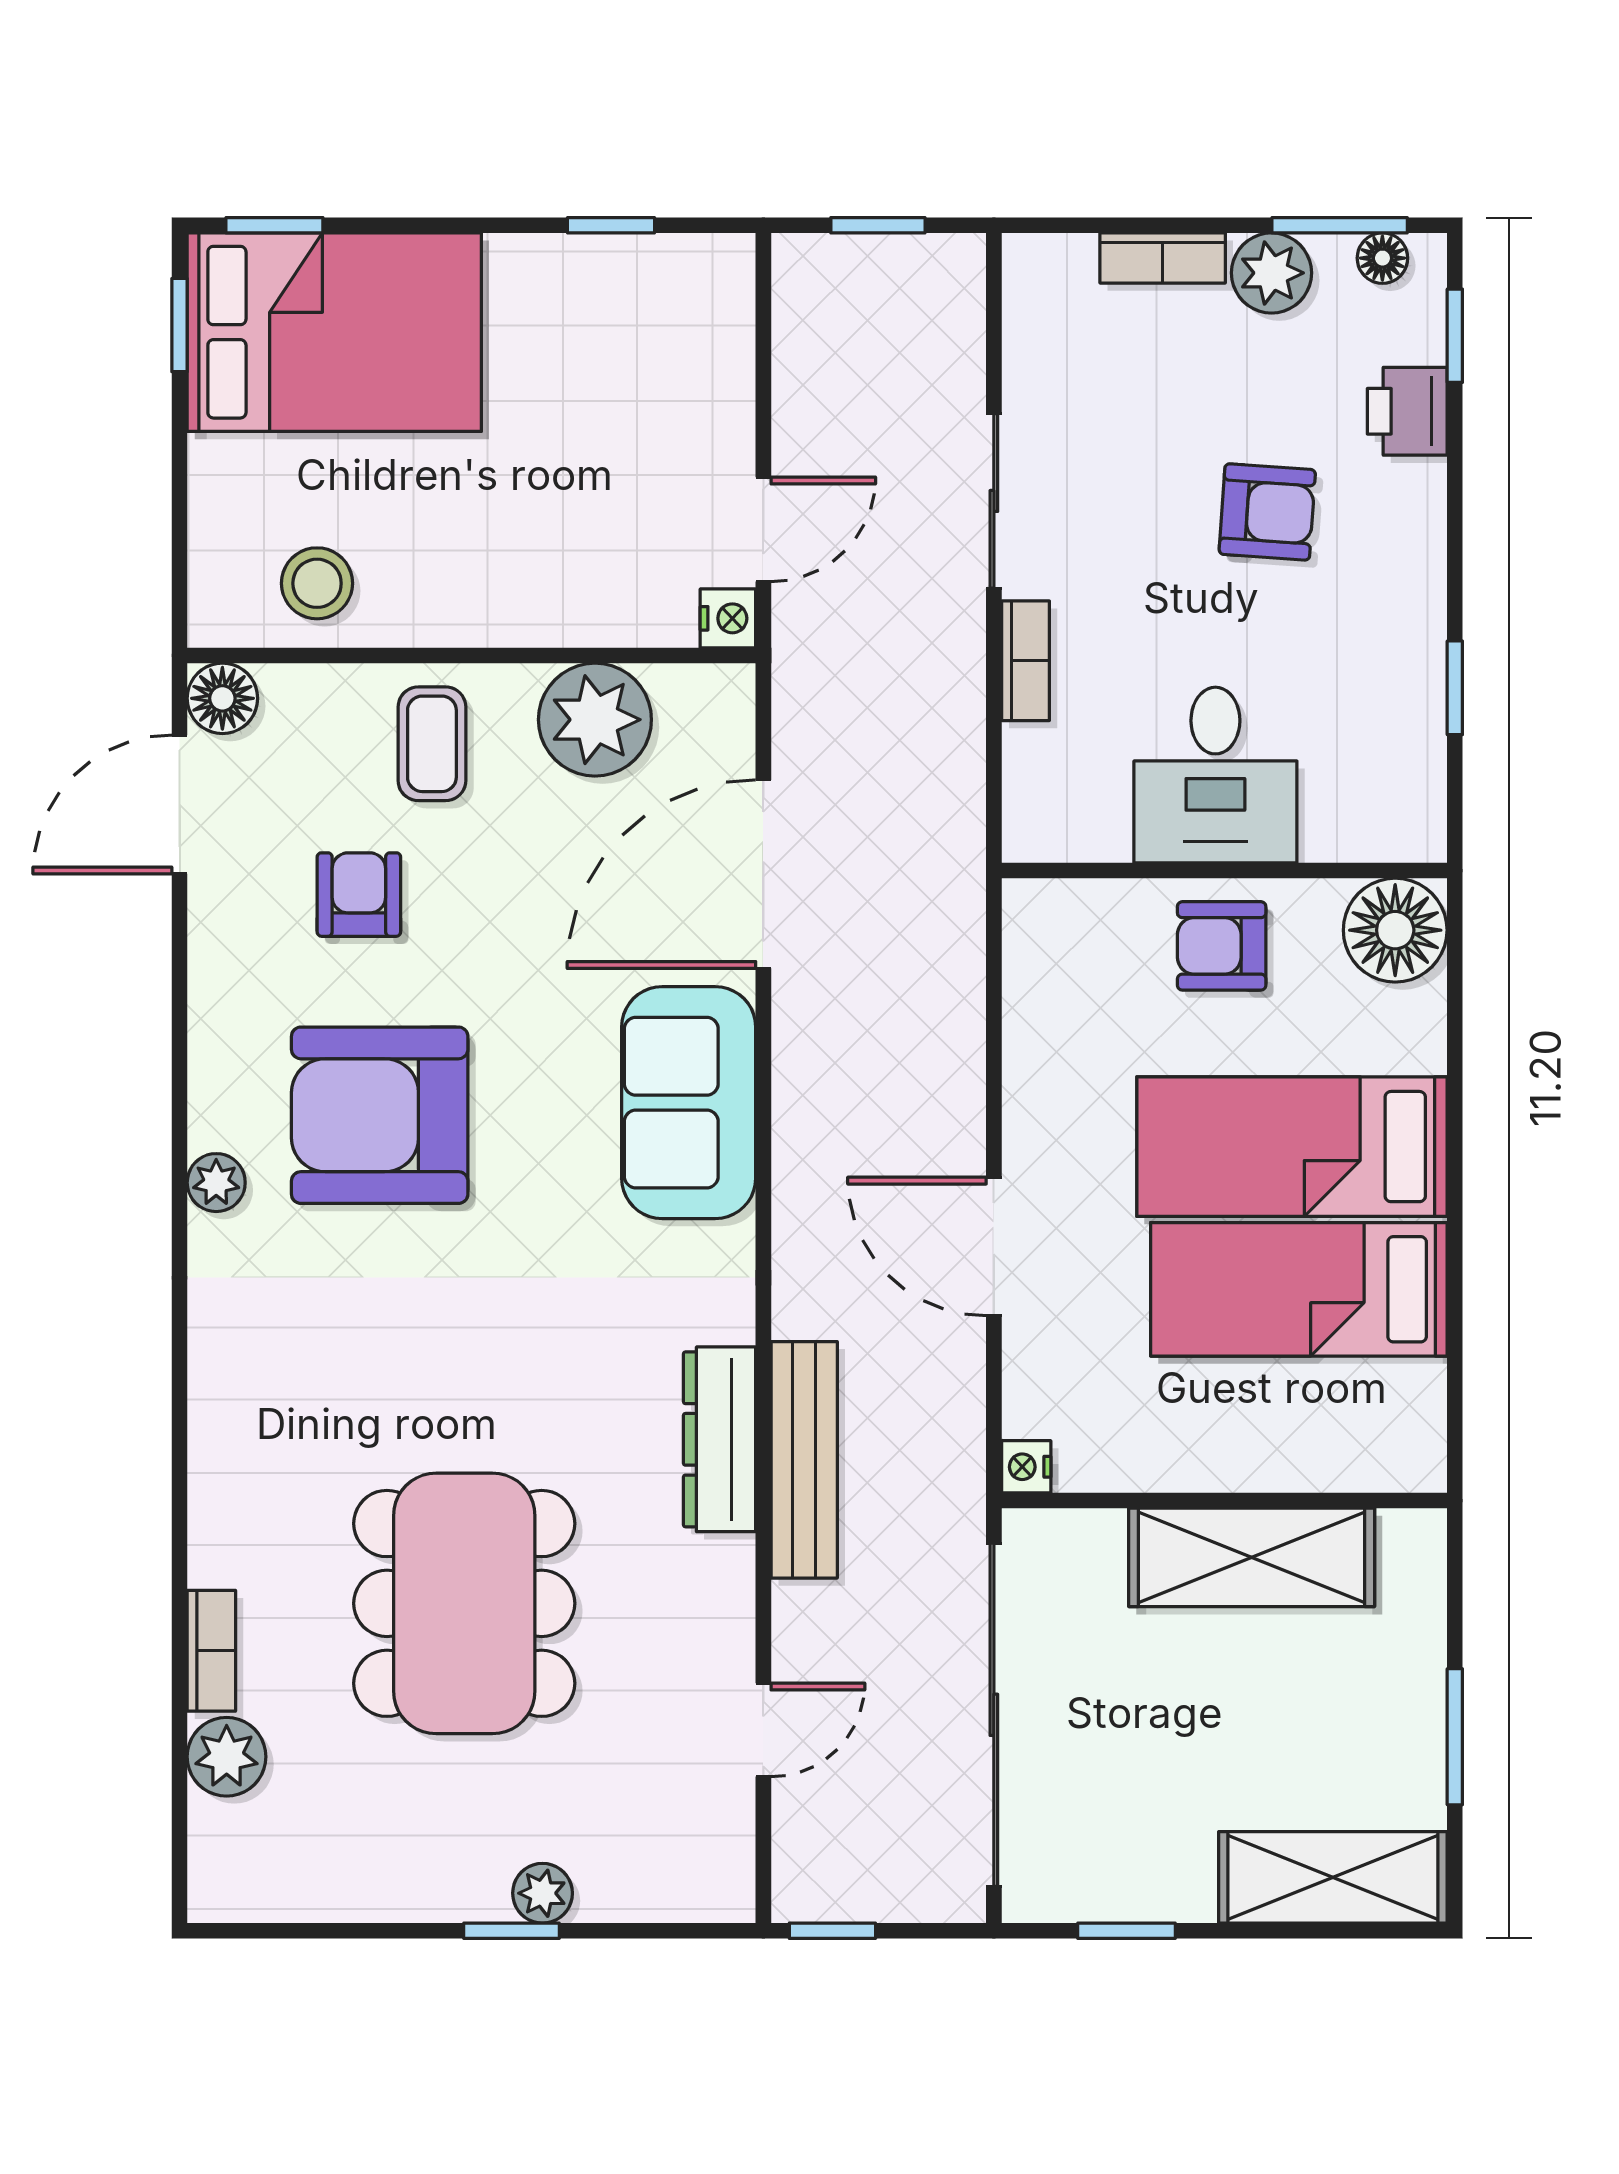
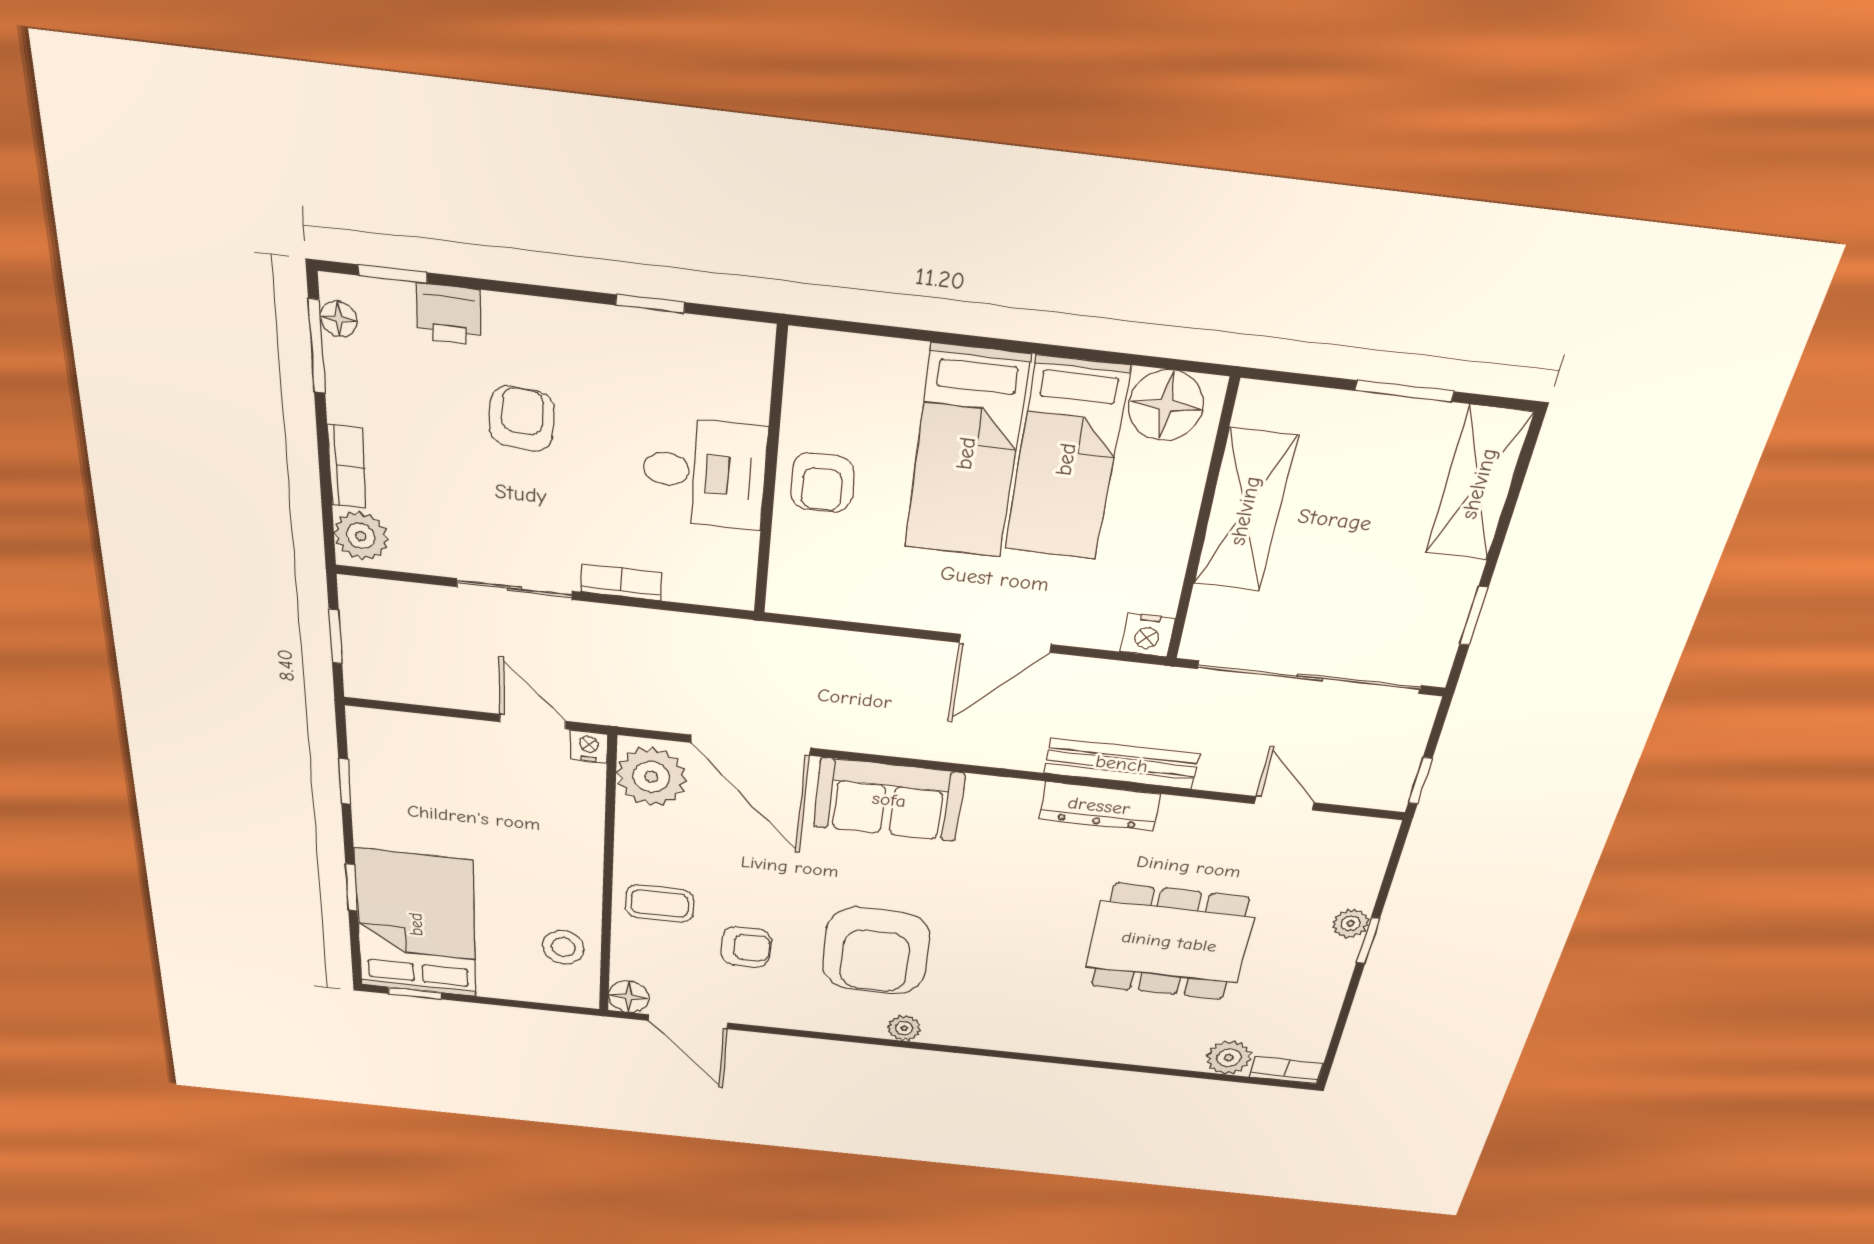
window: (274, 225) -> (351, 888), moved
plant: (1271, 273) -> (361, 536), moved
plant: (595, 720) -> (651, 777), moved
armchair: (359, 895) -> (746, 947), turned 180
floor lamp: (1395, 930) -> (1166, 405), moved
nightstand: (1026, 1467) -> (1147, 635), width x1.39, depth x1.35
bookcase: (211, 1651) -> (1286, 1070), moved

